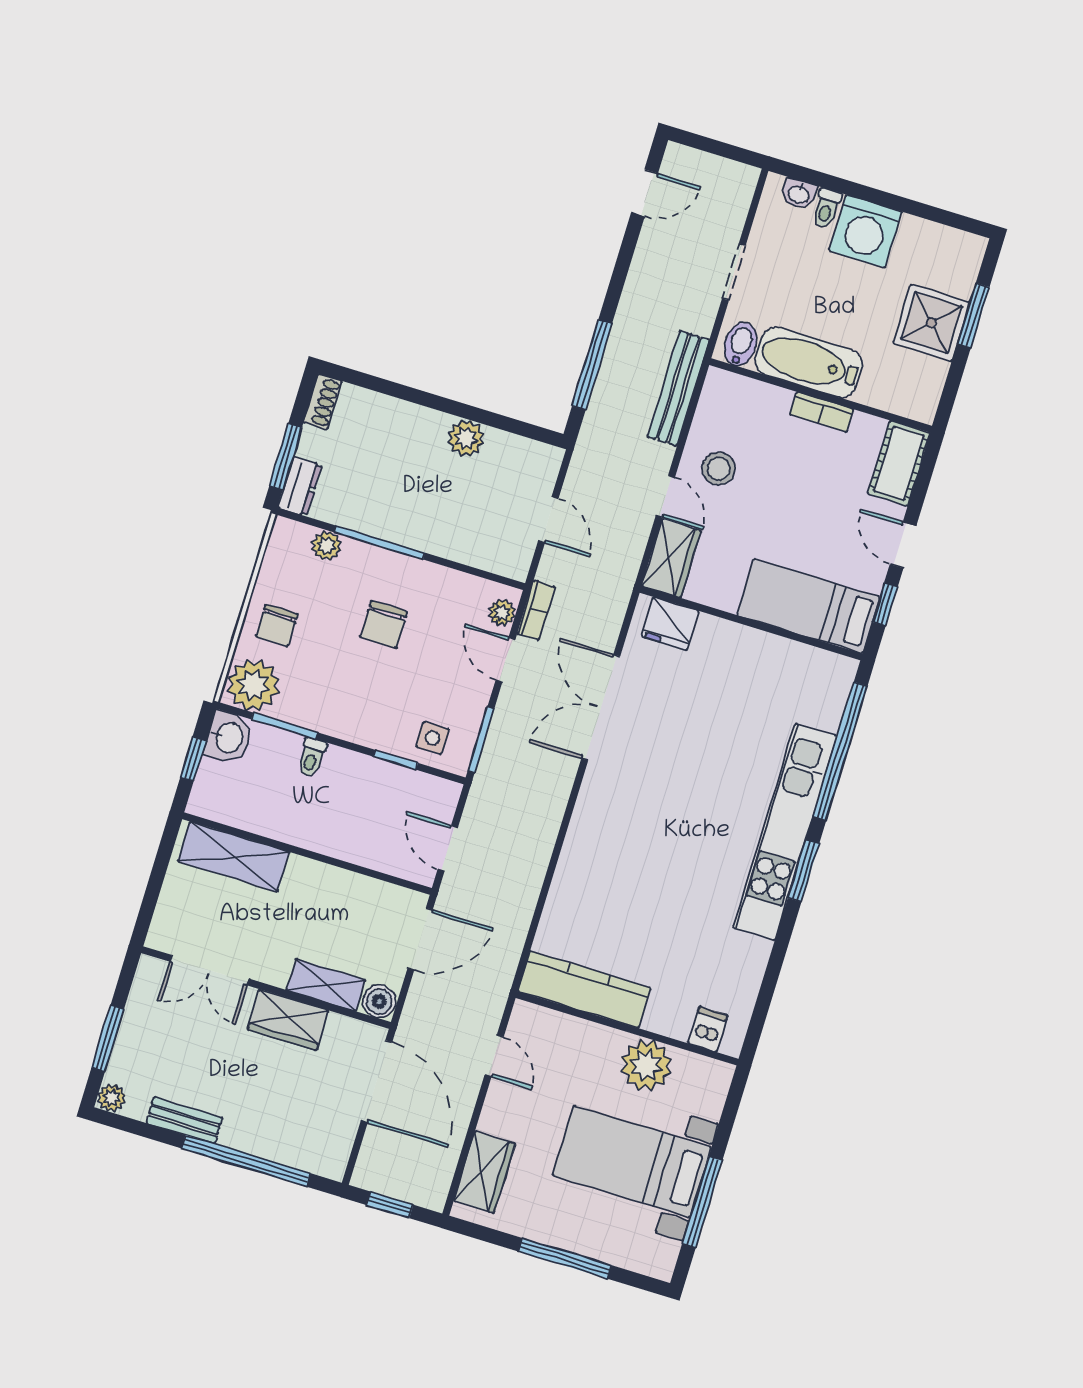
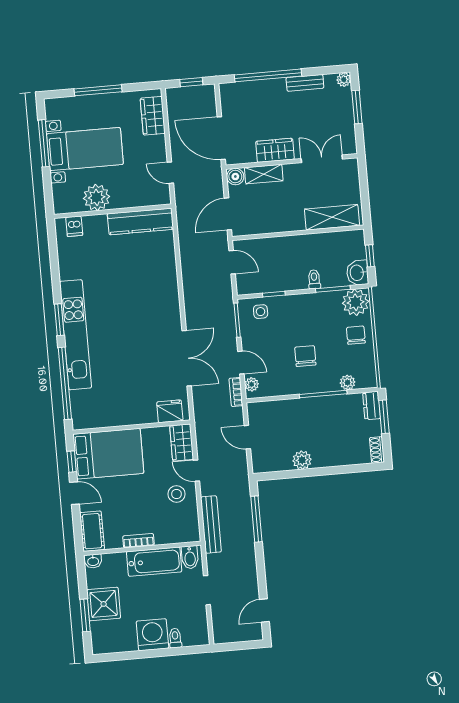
washbasin: (799, 194) -> (93, 561), moved, turned 180
bed: (808, 606) -> (108, 454), width x1.50

